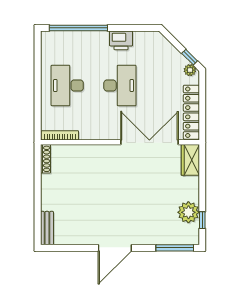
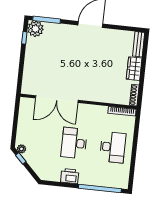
locker: (191, 112) -> (24, 118), removed
wardrobe: (190, 160) -> (134, 69), moved, turned 180
plant: (188, 212) -> (35, 29), moved

